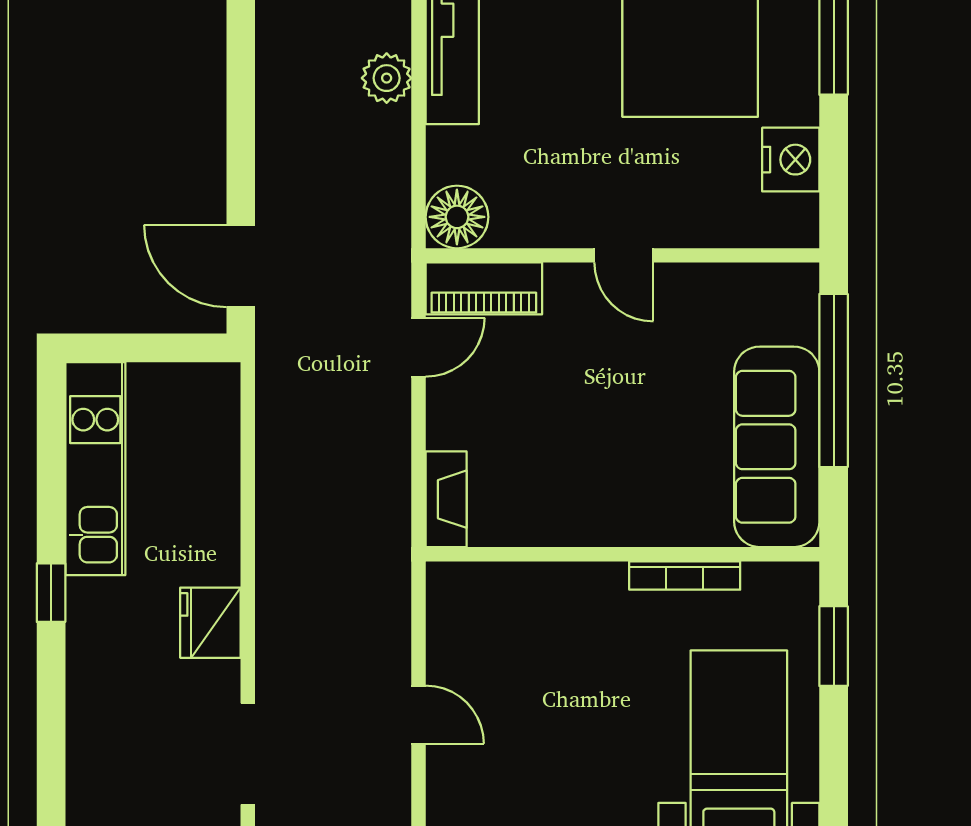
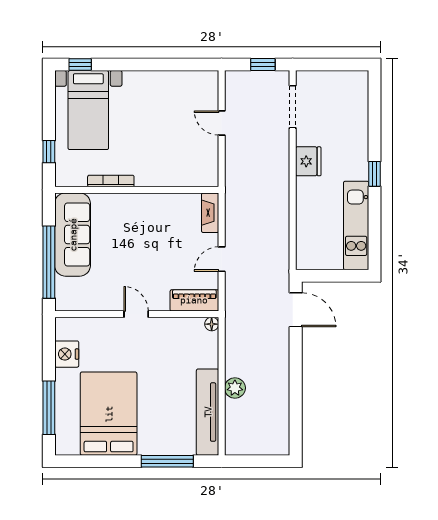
floor lamp: (457, 217) -> (212, 324), width x0.53, depth x0.53
door: (419, 347) -> (222, 259), moved
window: (834, 646) -> (49, 152), width x0.67

